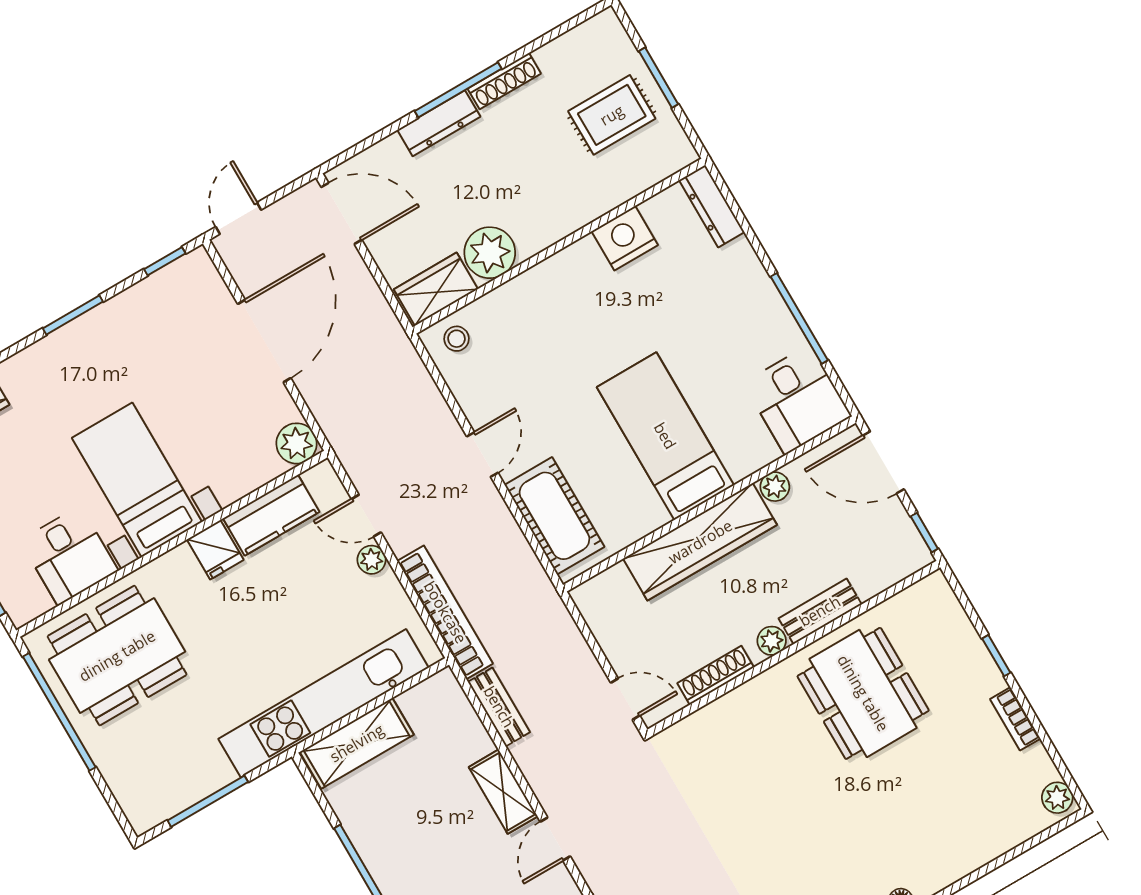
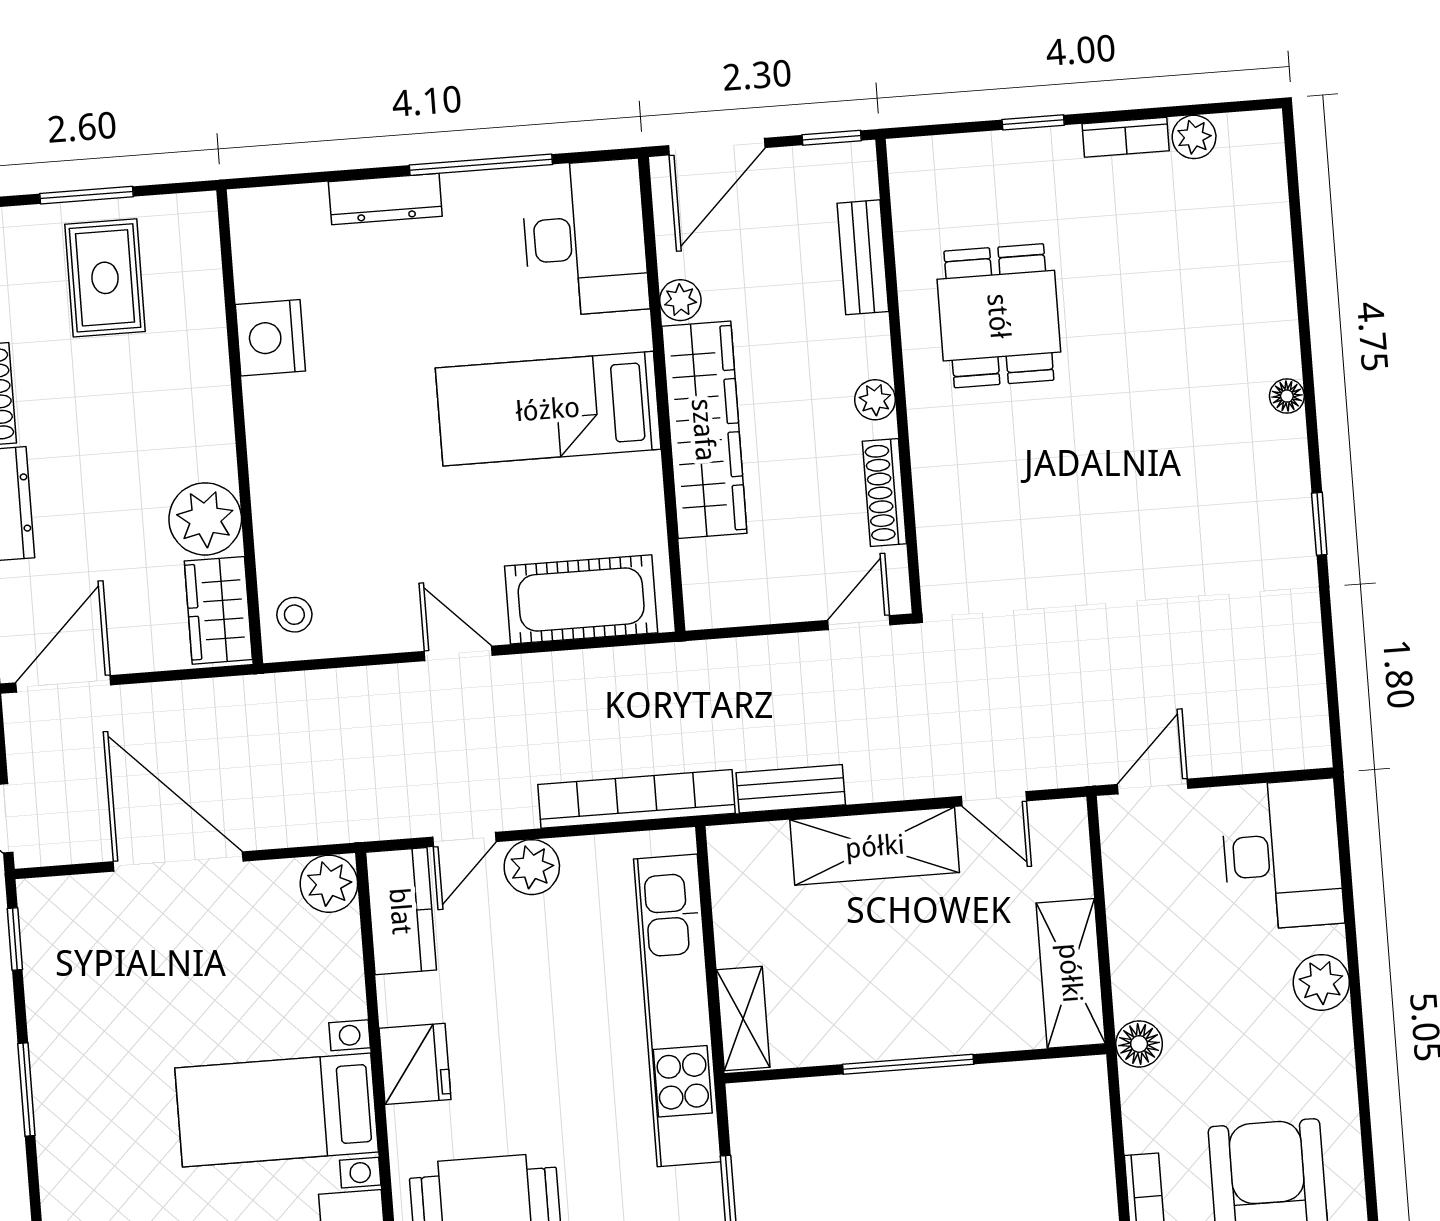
dresser: (712, 206) -> (385, 199), moved
desk: (797, 400) -> (585, 238), width x1.37
kitchen counter: (271, 515) -> (401, 911), moved
fridge: (215, 550) -> (415, 1064), width x1.38
plant: (371, 560) -> (532, 867), width x1.38, depth x1.38
bench: (820, 611) -> (863, 257), moved
dining table: (863, 693) -> (999, 316), width x0.73
shelving: (357, 743) -> (743, 1019), width x0.67, depth x0.75
shelving: (503, 792) -> (875, 846), width x1.50, depth x1.33
plant: (1057, 798) -> (1194, 137), moved

